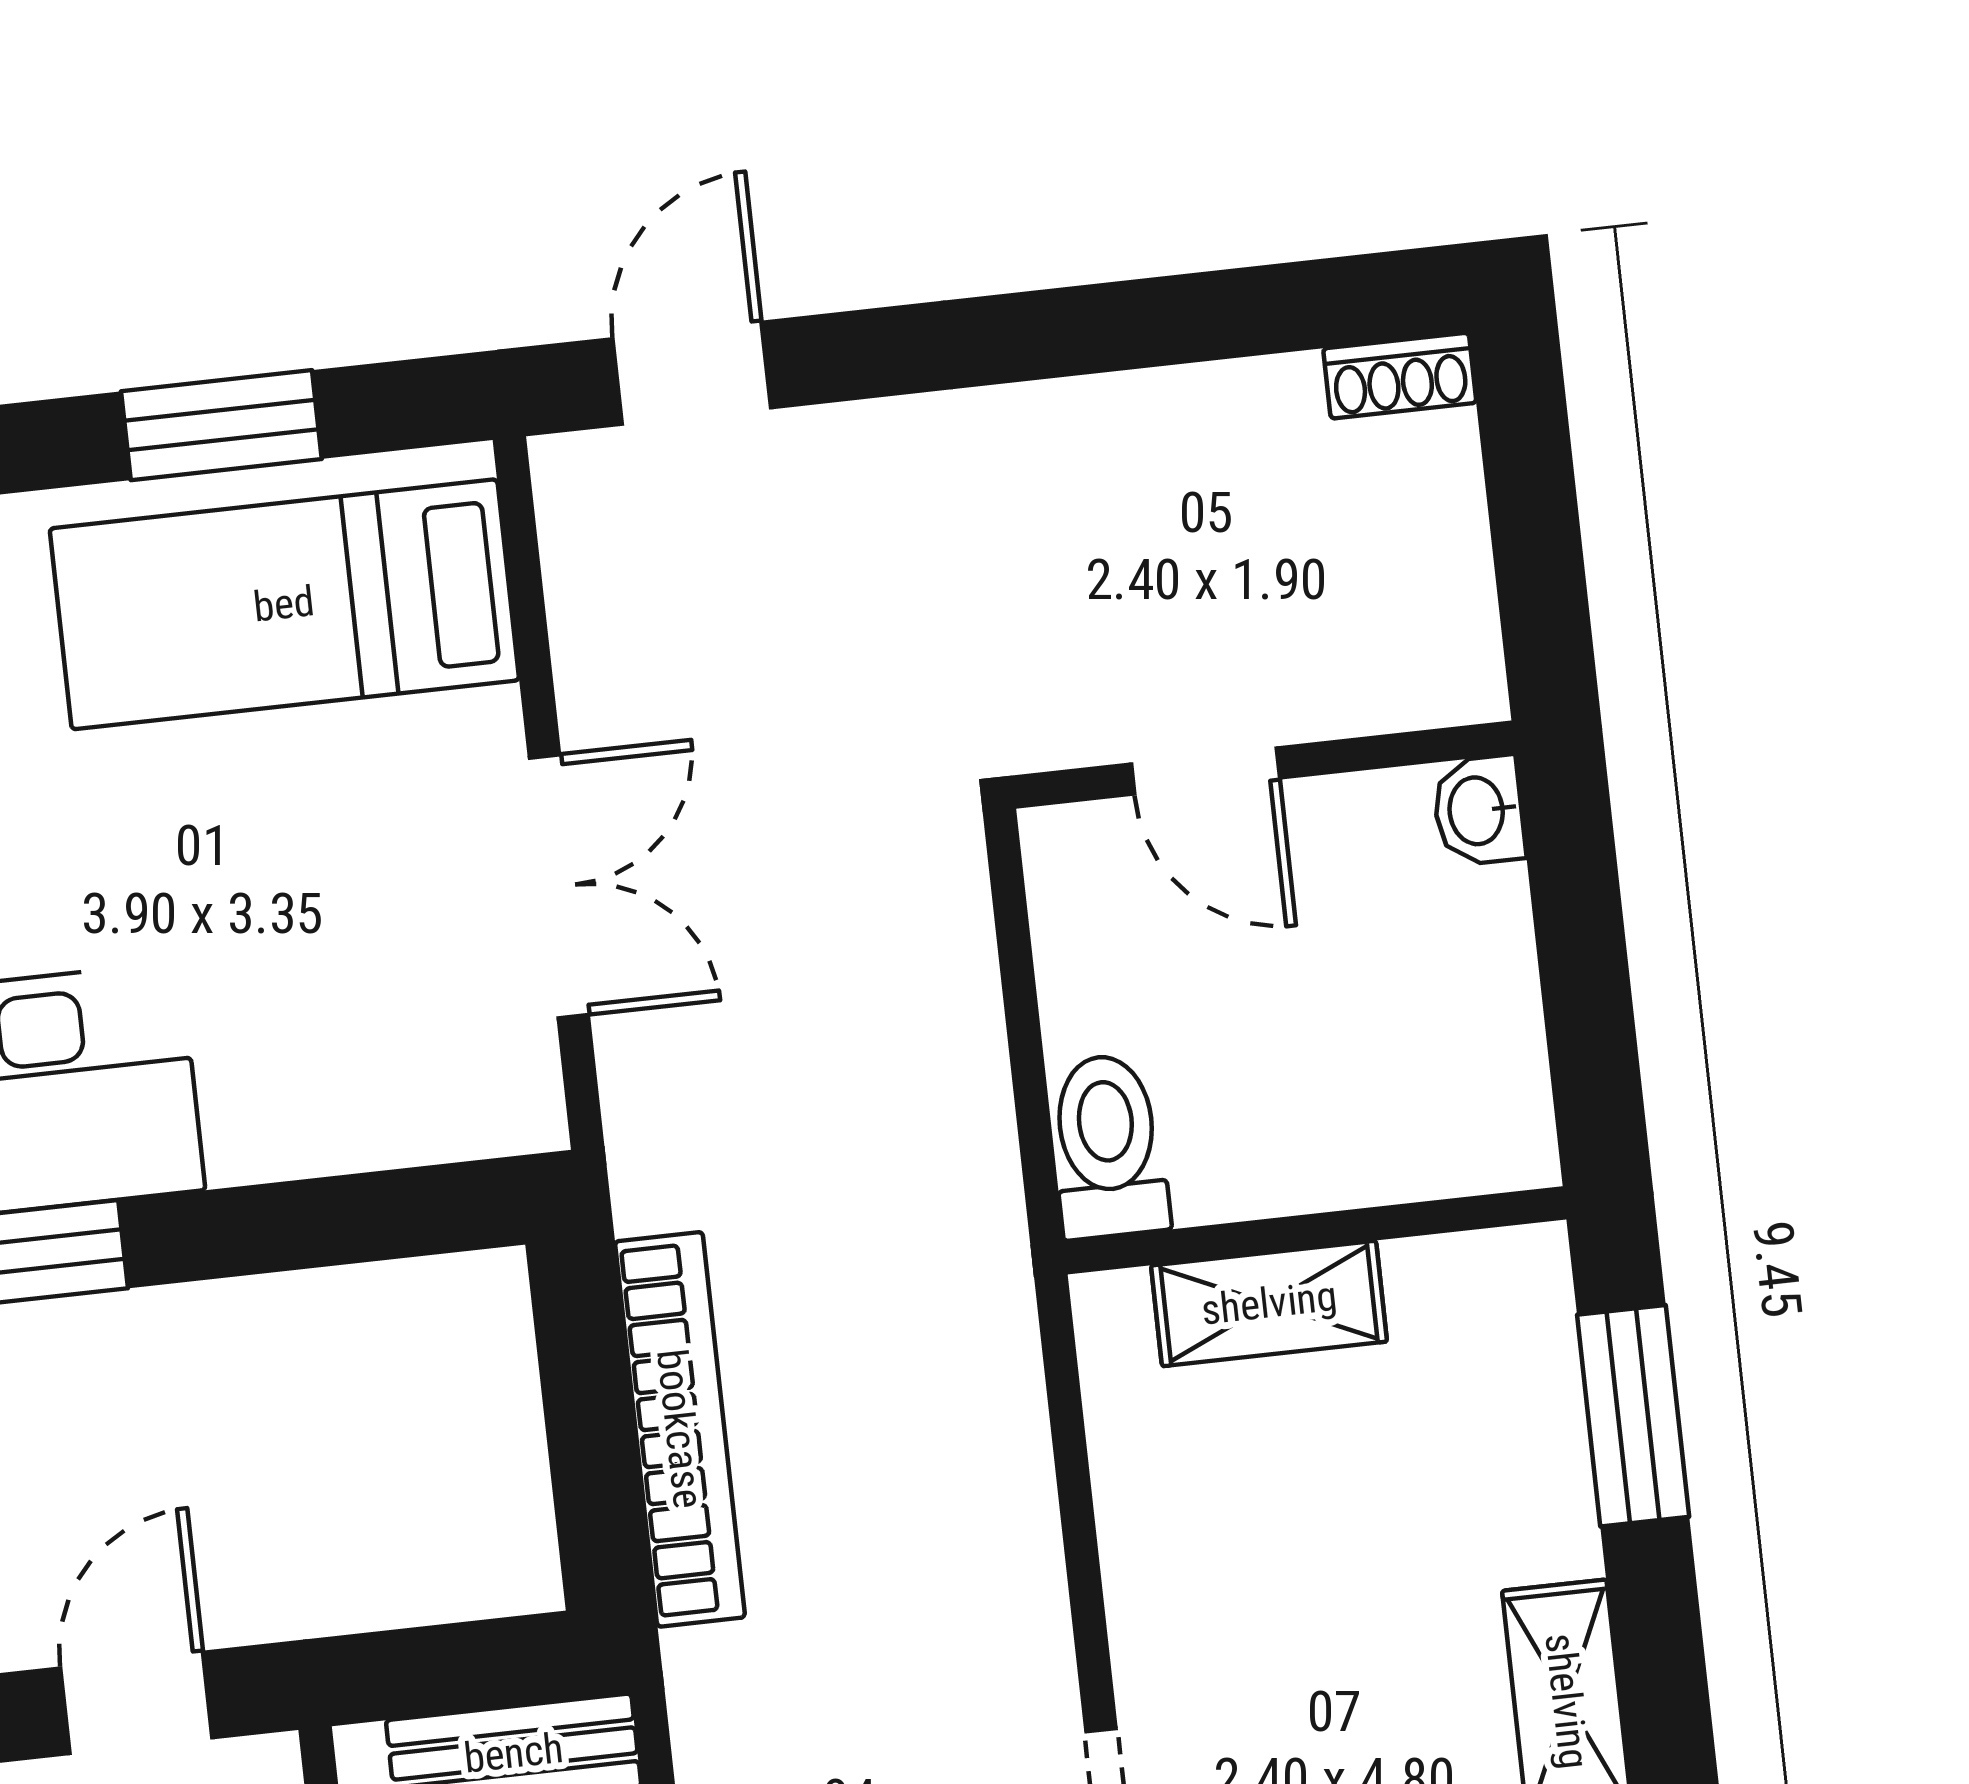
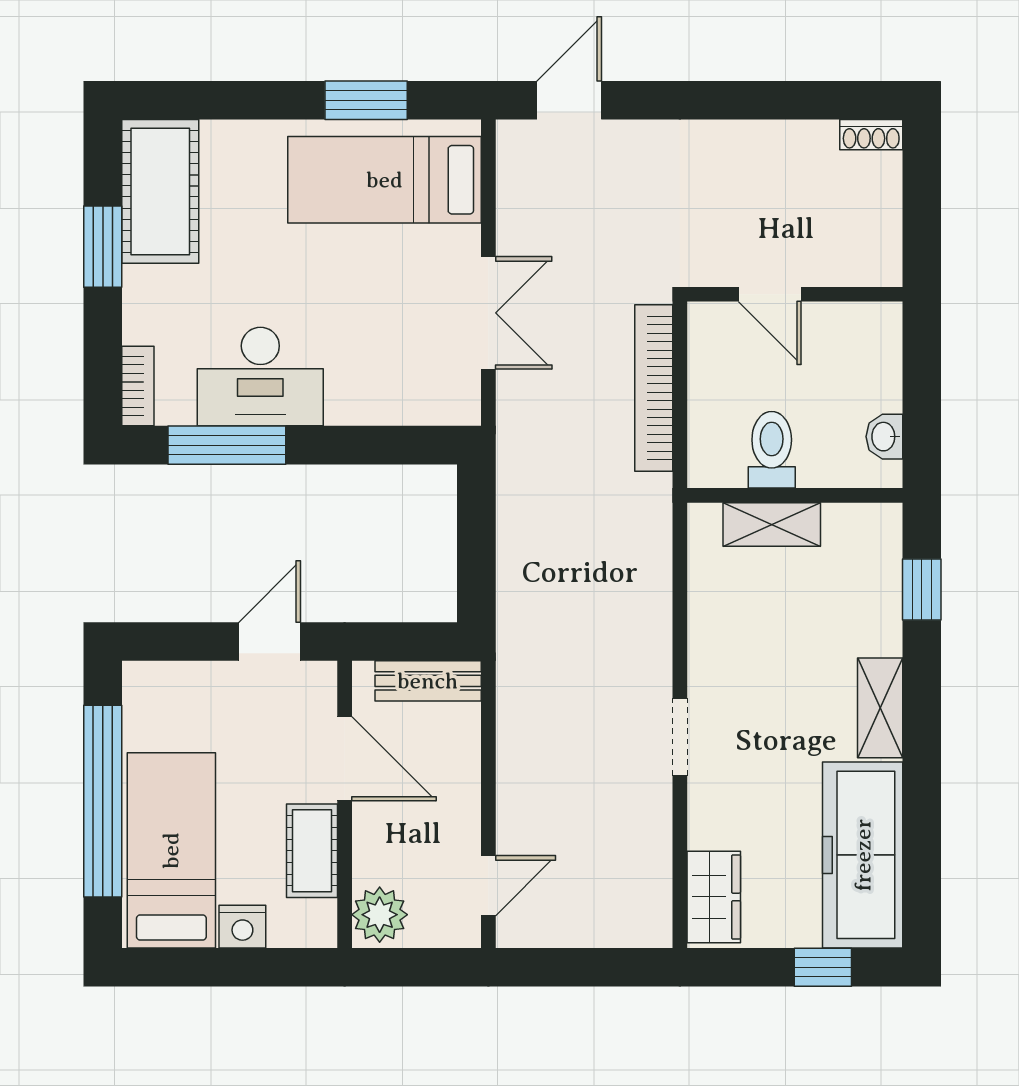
washbasin: (1479, 811) -> (884, 437), moved
toilet: (1108, 1146) -> (772, 450), moved
window: (1633, 1416) -> (922, 589), width x0.67
bookcase: (680, 1429) -> (654, 388), moved, turned 180

